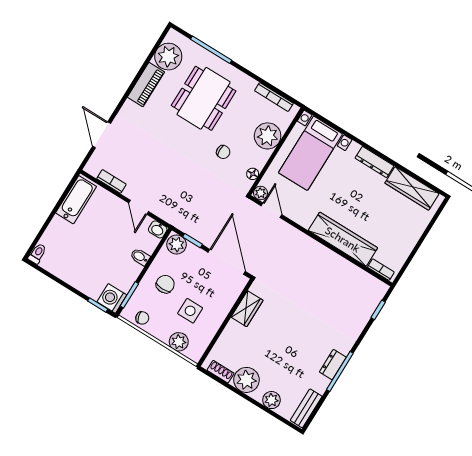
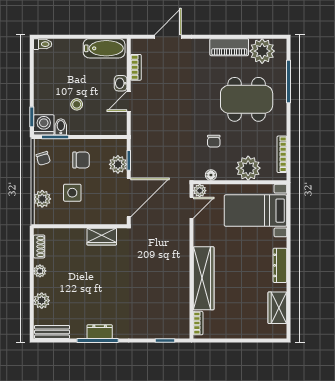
wardrobe: (412, 188) -> (277, 308), width x0.67
washbasin: (158, 229) -> (121, 83), moved
plant: (177, 244) -> (118, 164), moved
stool: (112, 257) -> (77, 104), added
bidet: (140, 257) -> (61, 127), moved
plant: (246, 380) -> (40, 271), width x0.53, depth x0.53

